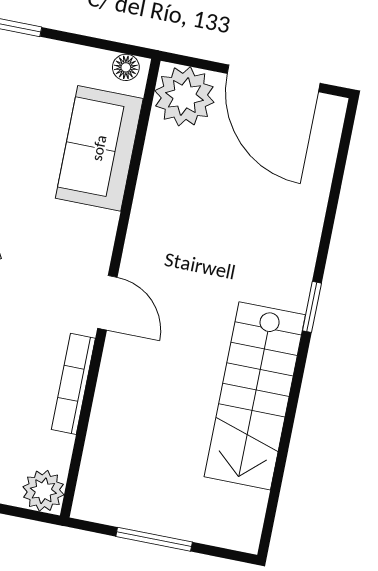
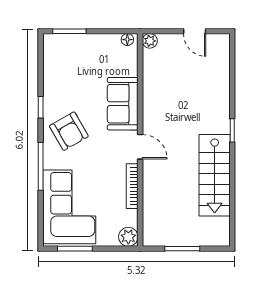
door: (274, 78) -> (195, 31), width x0.53
plant: (184, 96) -> (150, 41), width x0.53, depth x0.53
sofa: (99, 148) -> (123, 104), moved

